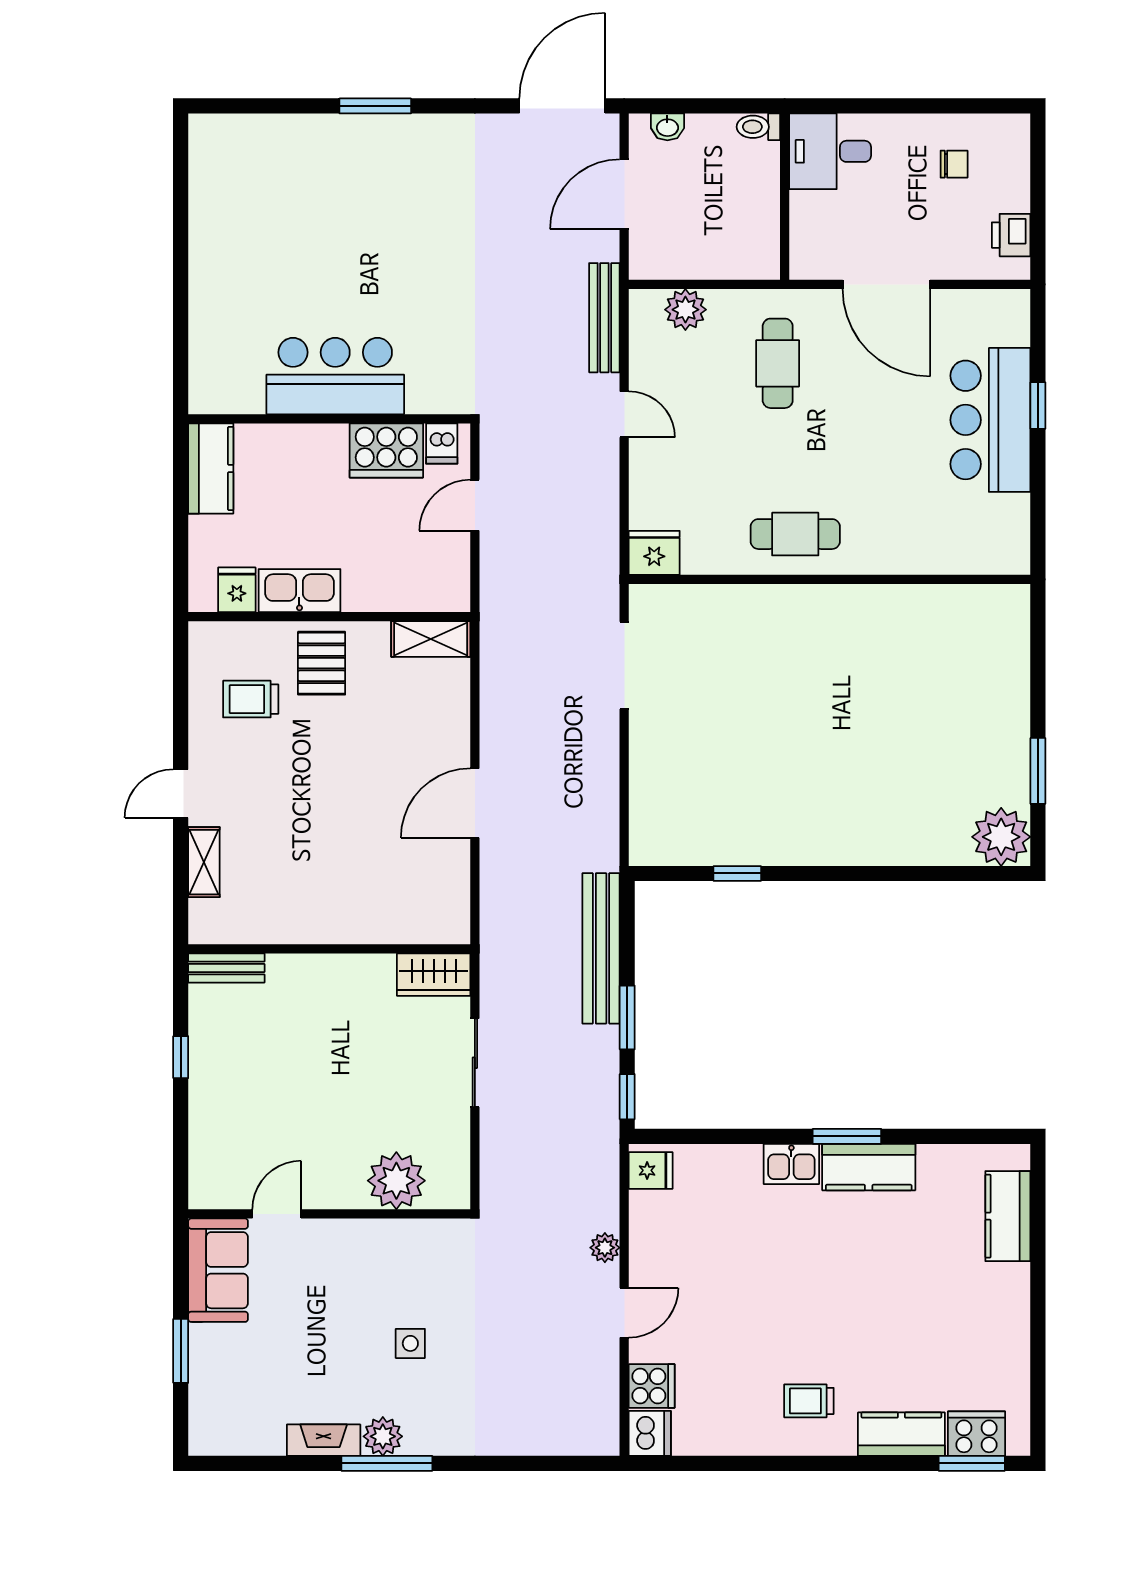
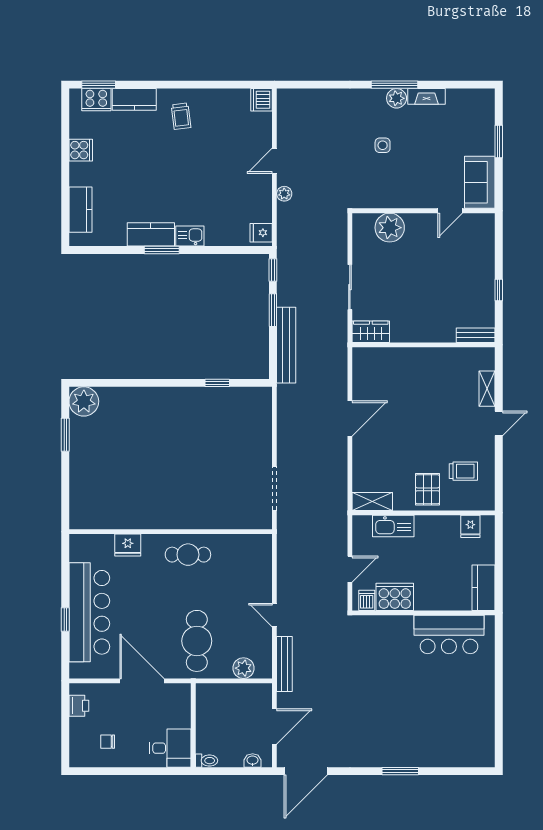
cafe table: (778, 363) -> (197, 641), width x1.37, depth x1.35
bar counter: (335, 376) -> (449, 634), moved
bar counter: (990, 420) -> (89, 612), width x1.36
fridge: (654, 553) -> (128, 545), moved
kitchen sink: (299, 591) -> (393, 526), moved
cooker: (652, 1386) -> (81, 150), moved, turned 180
trolley: (809, 1401) -> (181, 116), turned 83

